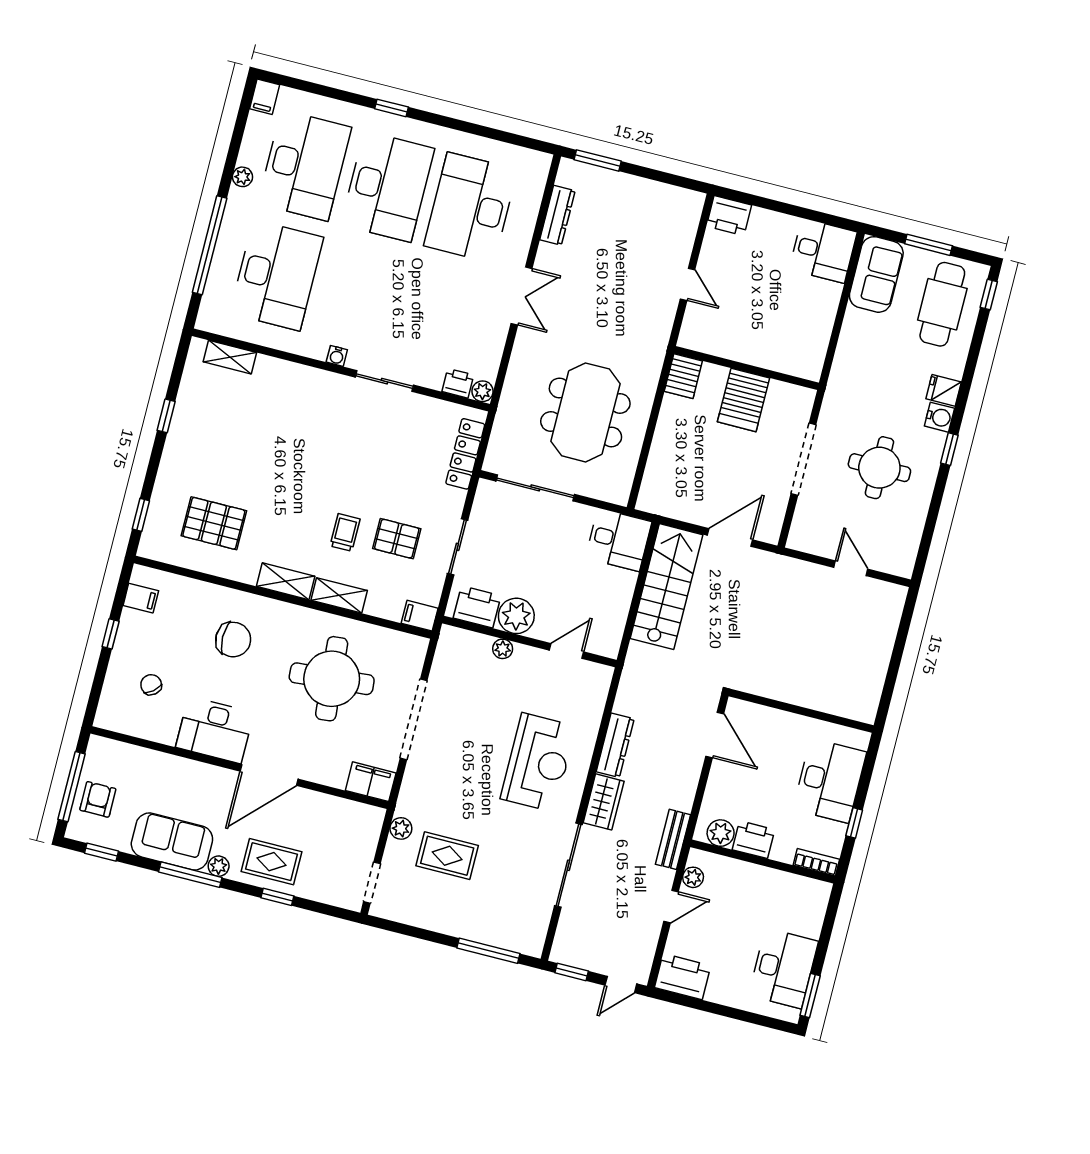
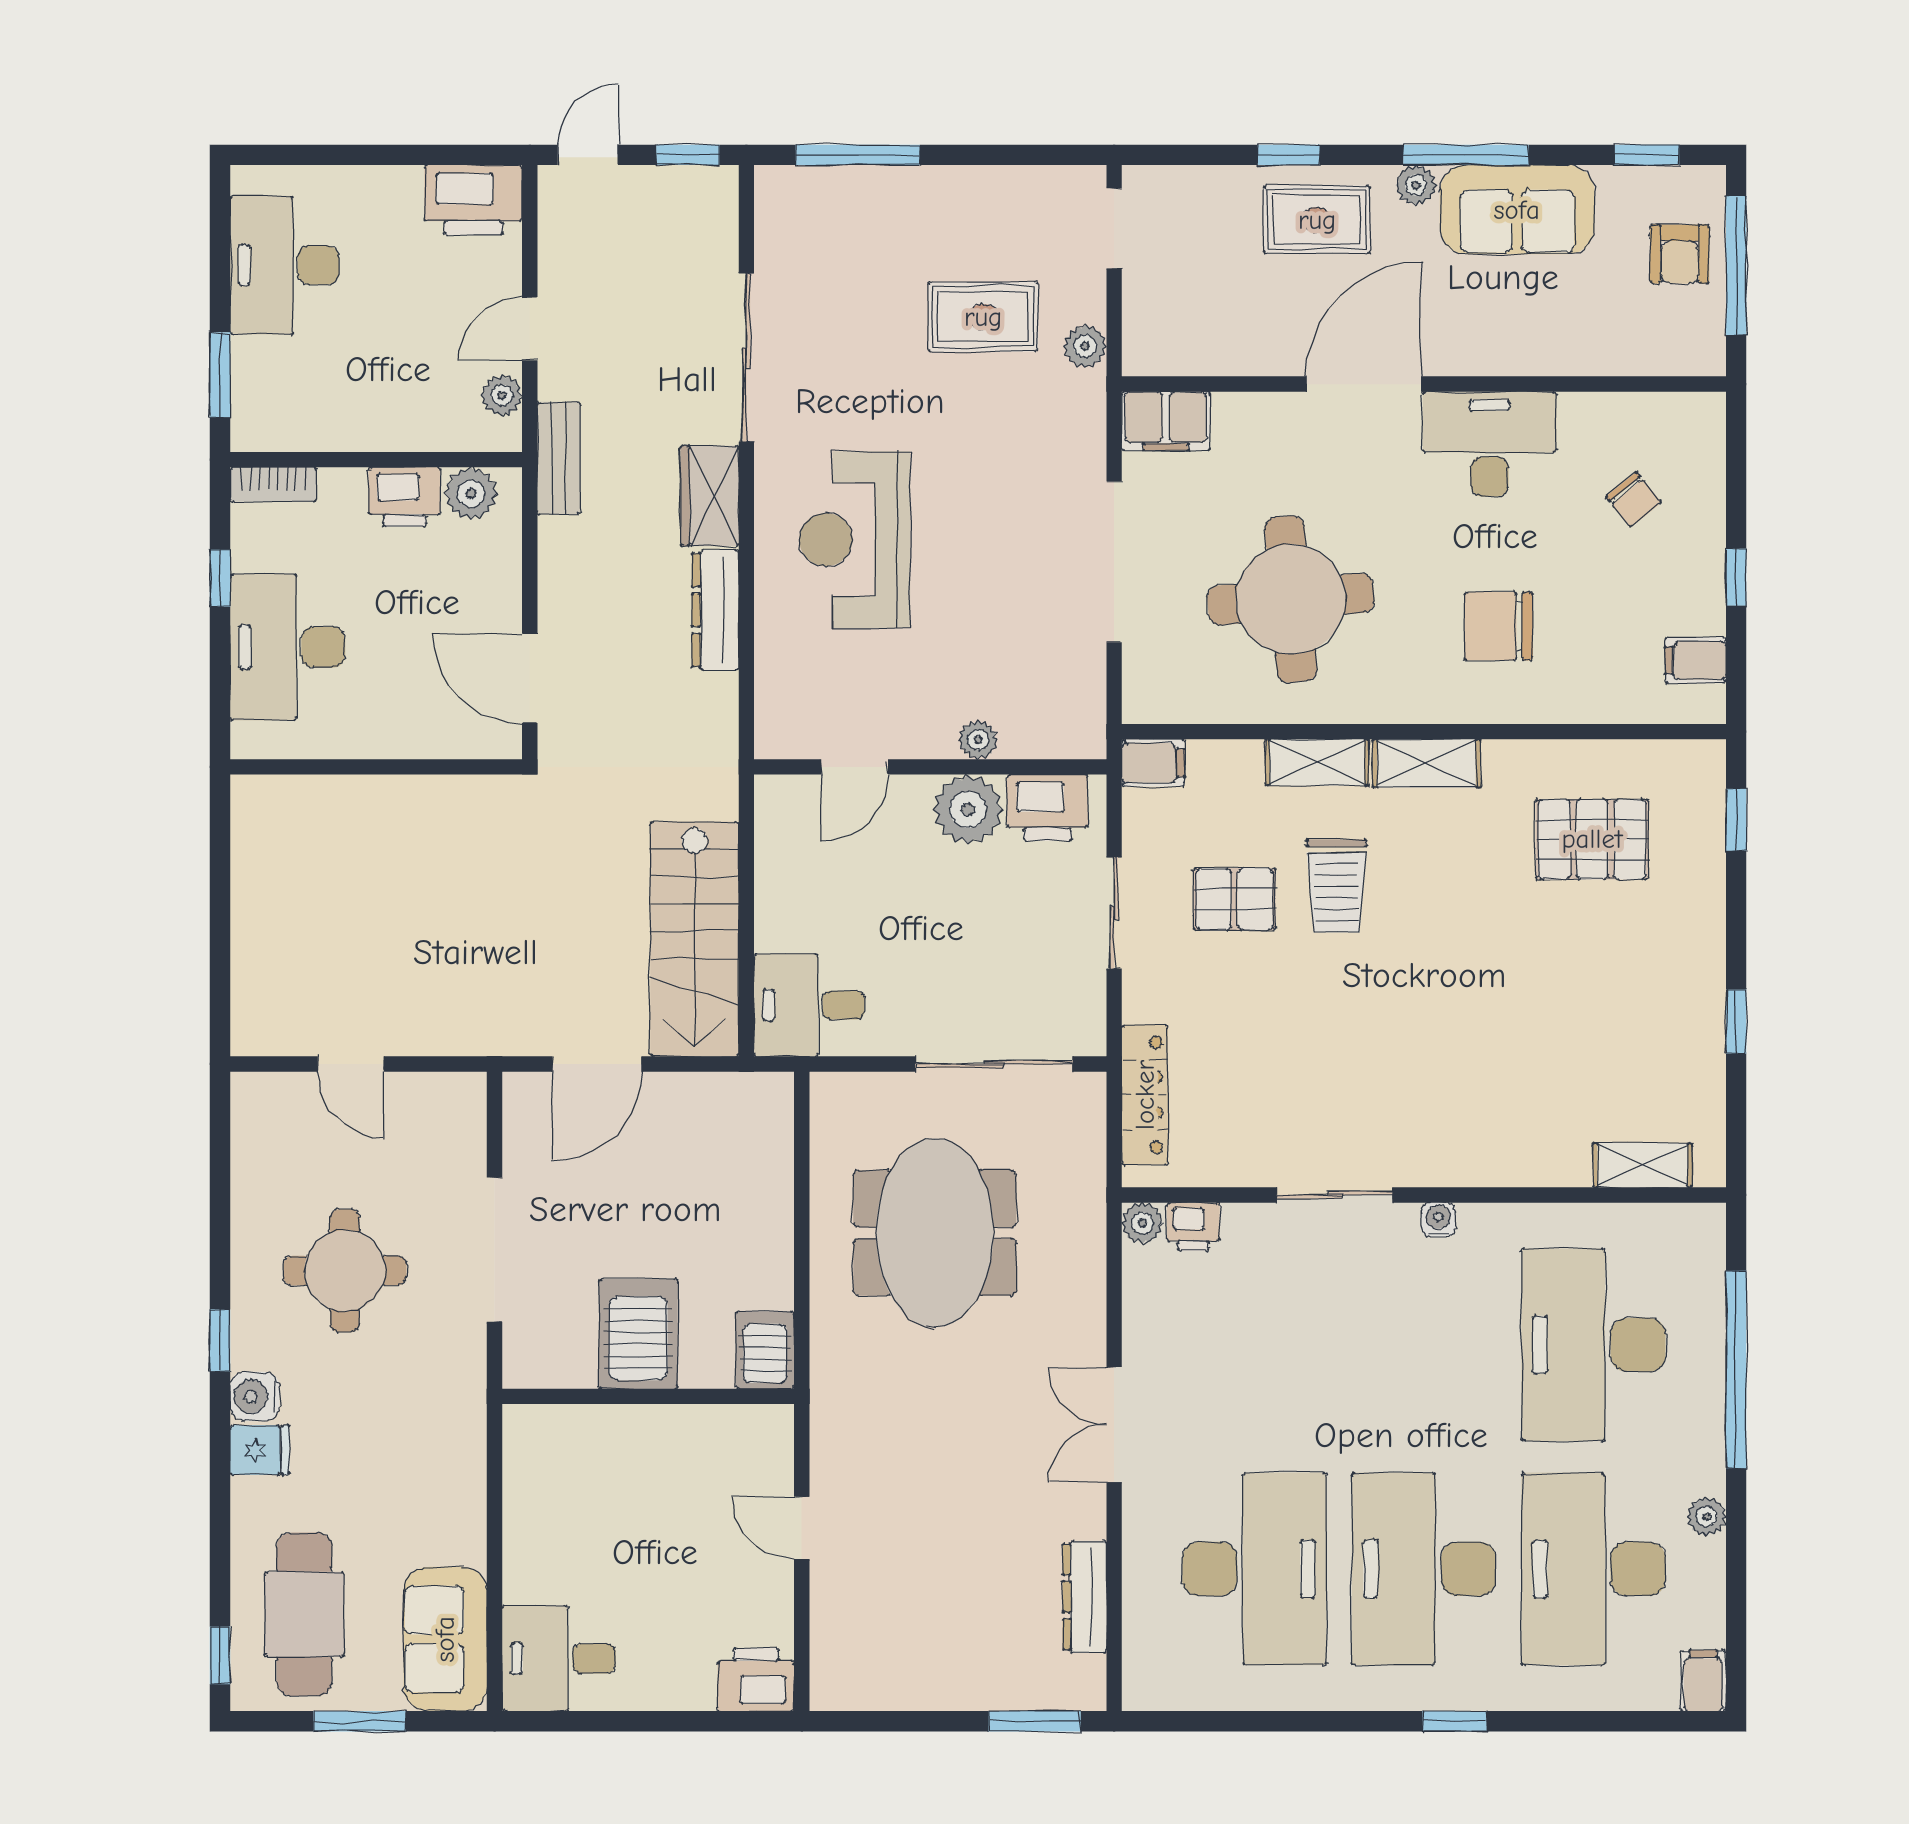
trolley: (345, 532) -> (1337, 886), width x1.36, depth x1.39
window: (810, 996) -> (220, 375), moved

